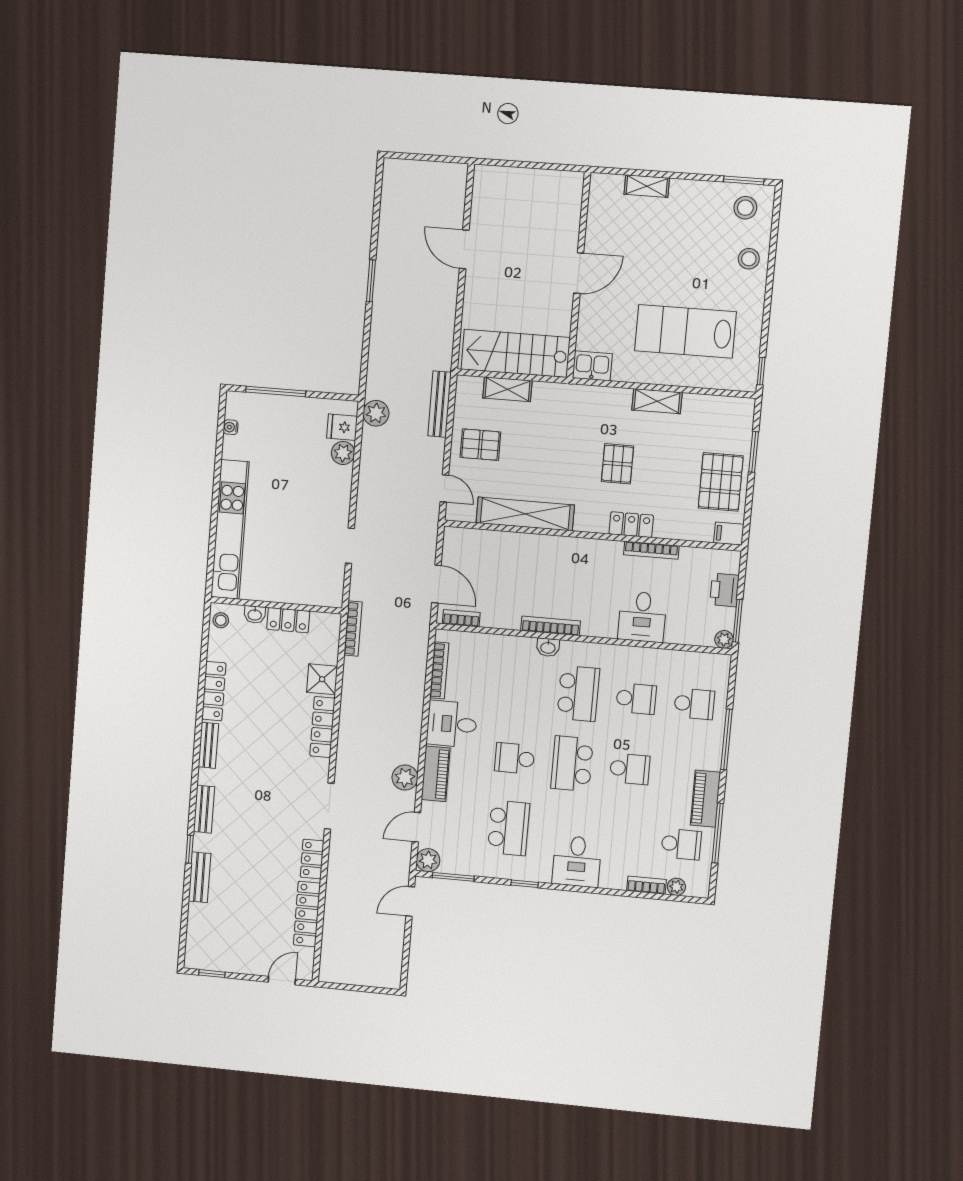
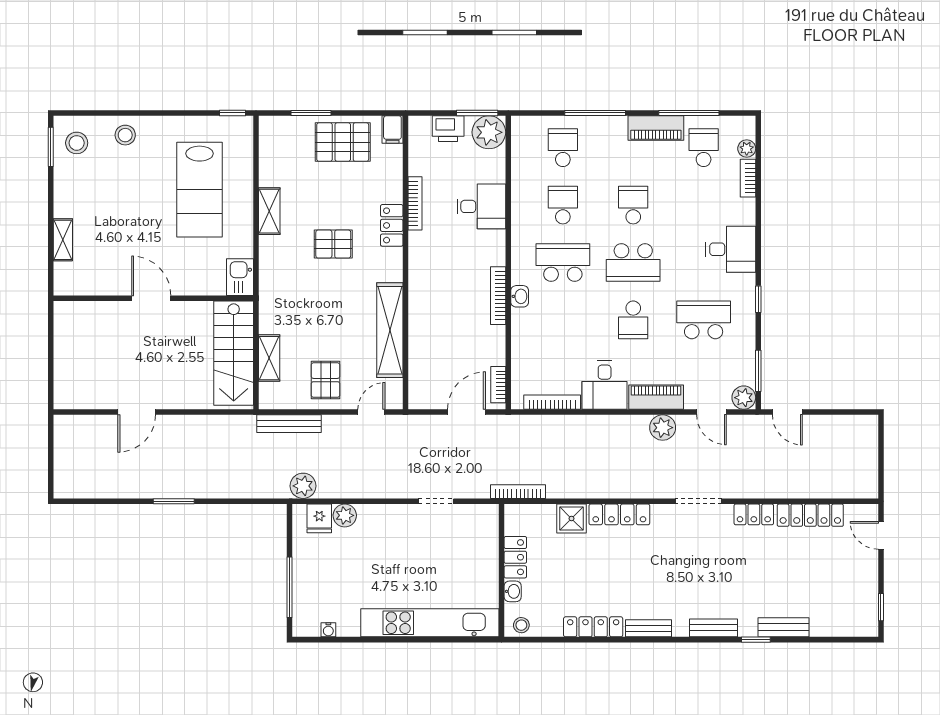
plant: (724, 639) -> (489, 132), width x1.88, depth x1.88

